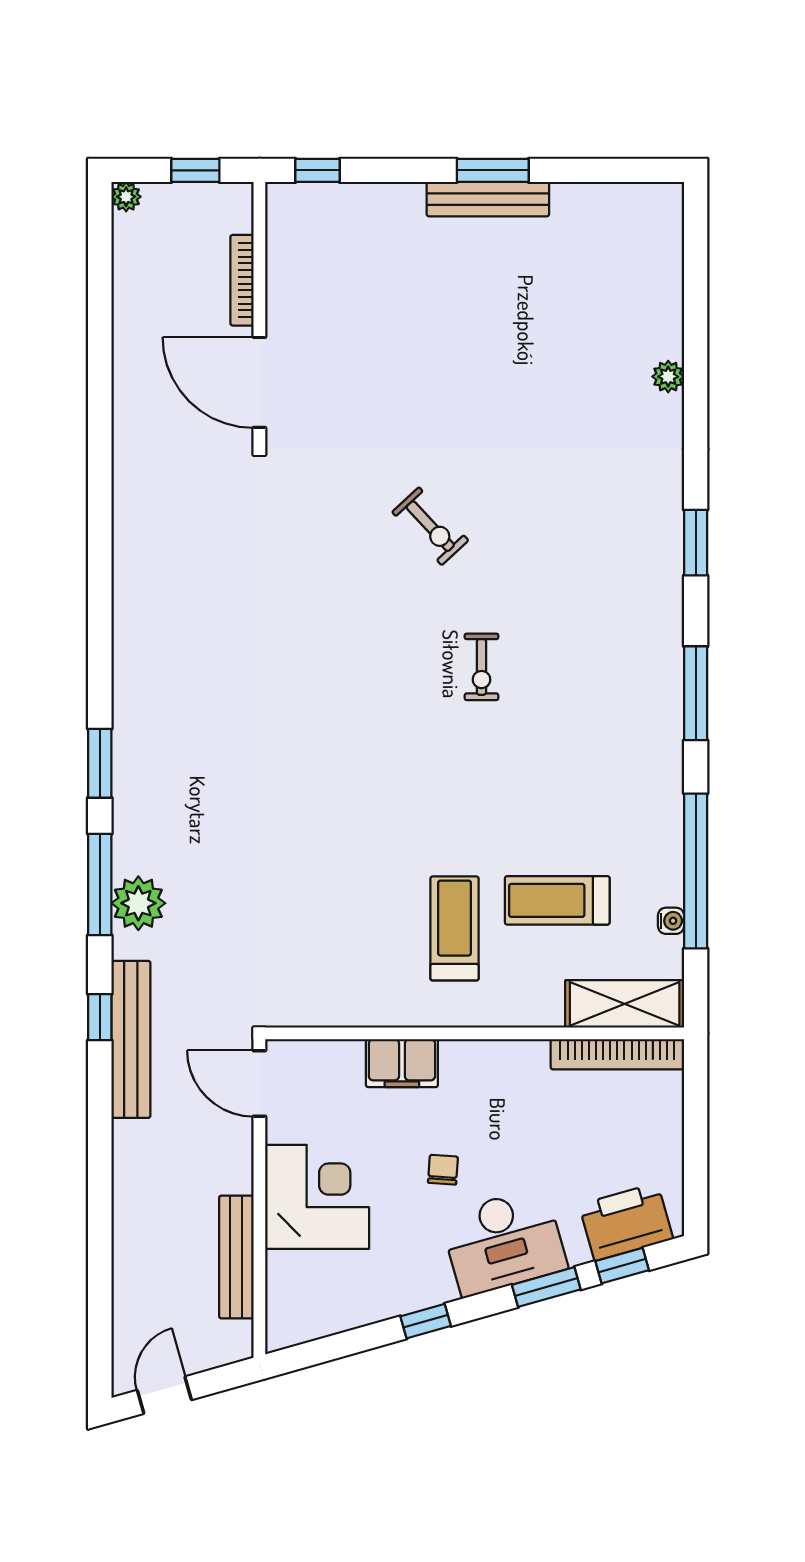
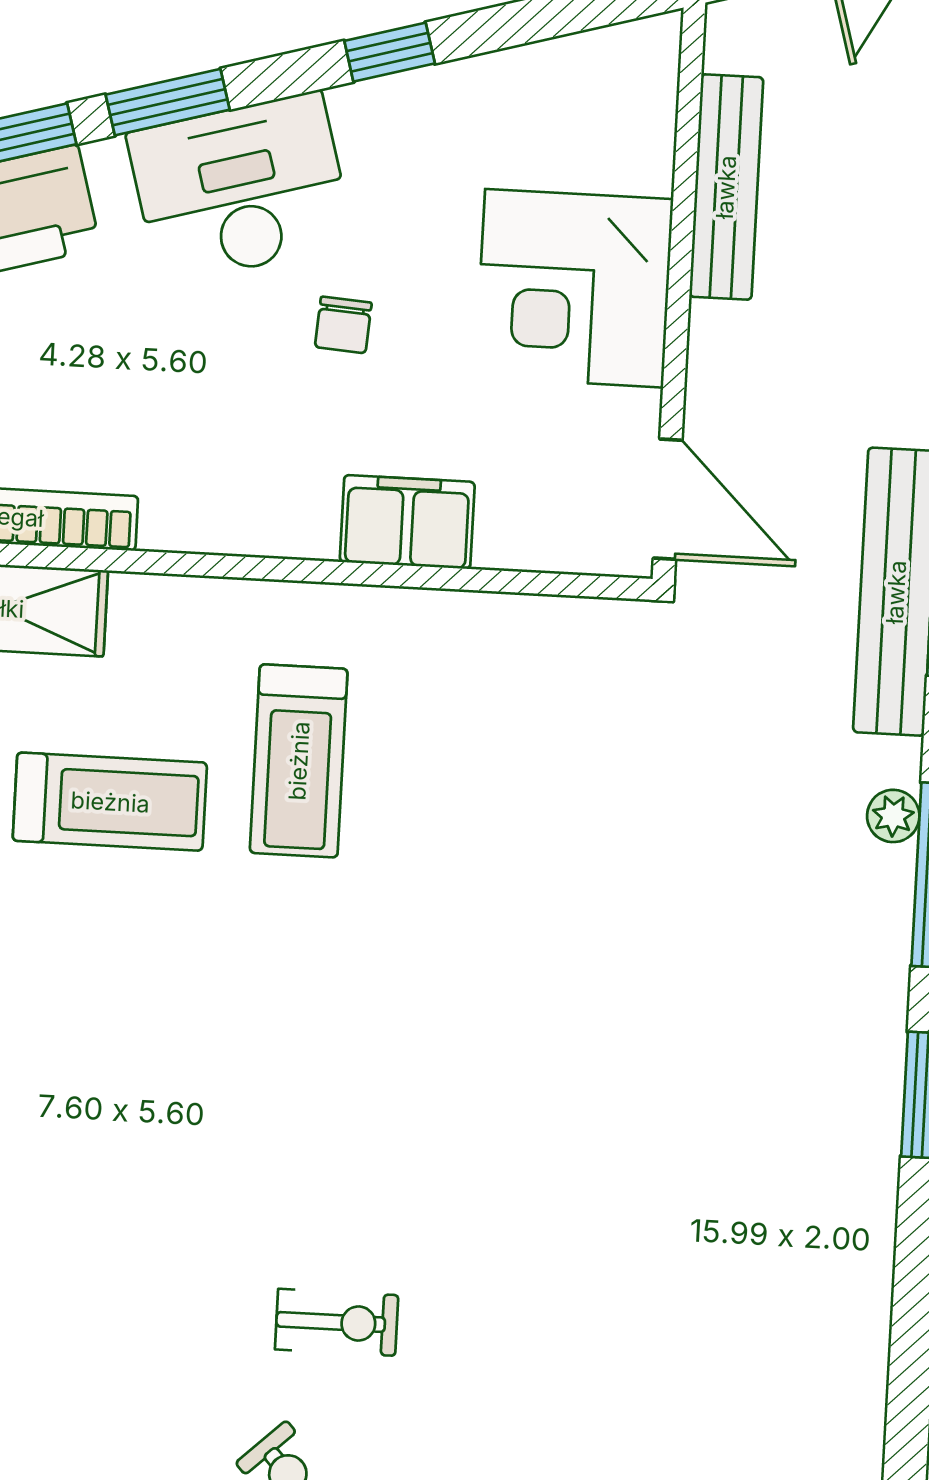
exercise bike: (481, 667) -> (337, 1322), moved, turned 90
plant: (138, 903) -> (893, 816), width x0.53, depth x0.53

